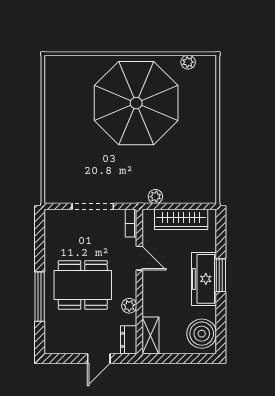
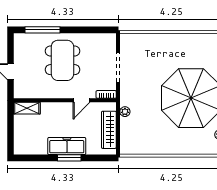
window: (40, 297) -> (42, 30), moved
plant: (129, 306) -> (48, 93), removed
boiler: (202, 334) -> (28, 144), removed
dresser: (129, 340) -> (24, 93), removed

